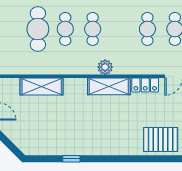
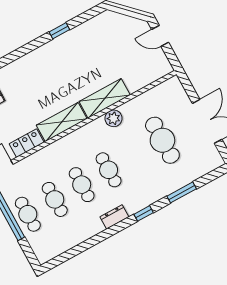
cafe table: (65, 29) -> (82, 185), moved
plant: (105, 67) -> (114, 118), moved
shelving: (42, 87) -> (105, 98), moved

